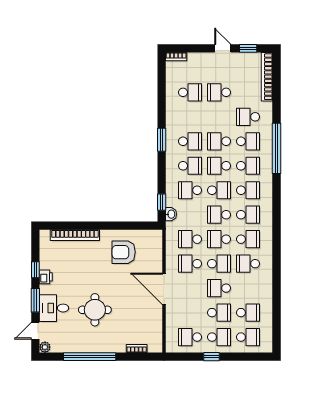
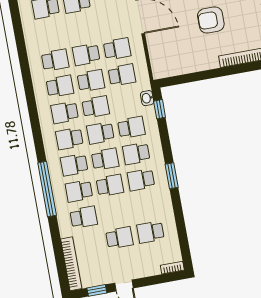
school desk: (248, 239) -> (60, 86), turned 180
armchair: (124, 252) -> (211, 20), moved, turned 180
school desk: (219, 288) -> (81, 28), removed

